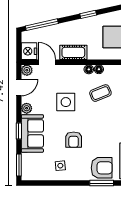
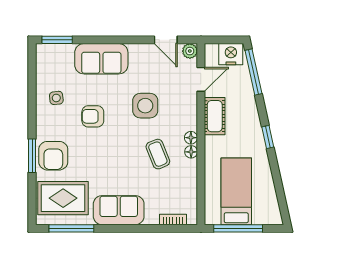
nightstand: (29, 51) -> (231, 54), moved
plant: (27, 108) -> (137, 51), removed
window: (19, 131) -> (105, 40), removed

